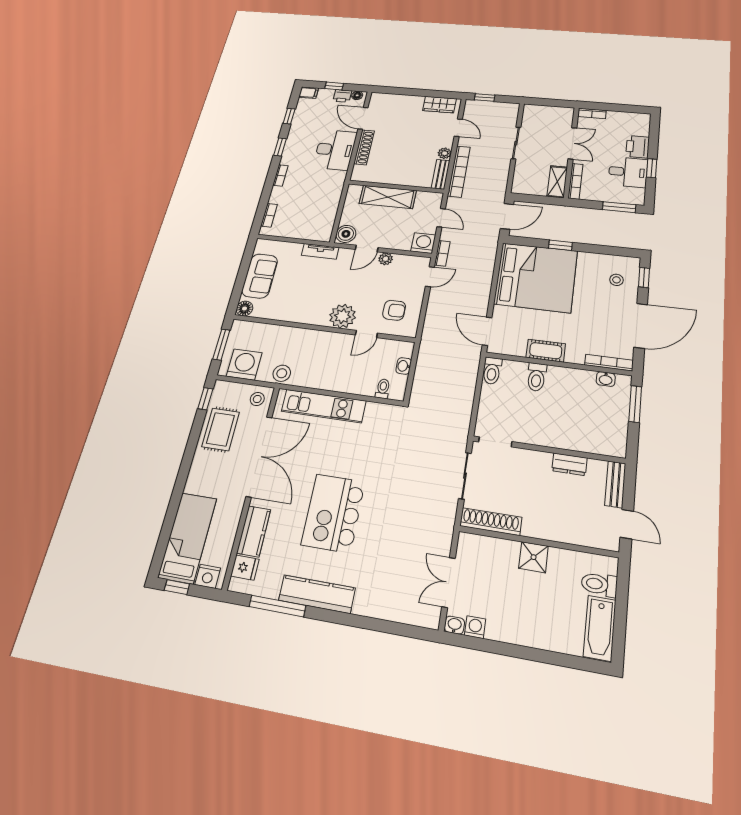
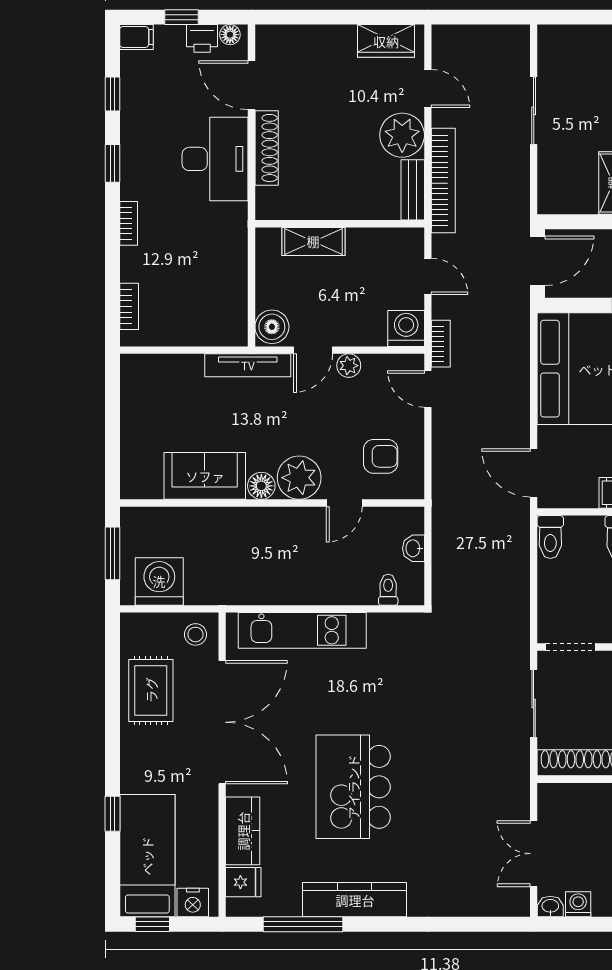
window: (485, 97) -> (465, 17), removed
plant: (445, 153) -> (402, 135), width x1.87, depth x1.87
shelving: (388, 197) -> (313, 241), width x0.67, depth x0.75
tv unit: (320, 251) -> (248, 365), width x1.41
sofa: (260, 276) -> (205, 476), moved, turned -90
door: (430, 277) -> (428, 389), swing flipped
floor lamp: (244, 309) -> (261, 486), moved
stool: (282, 373) -> (224, 587), removed
window: (205, 399) -> (112, 814), moved

